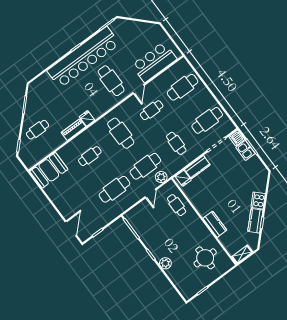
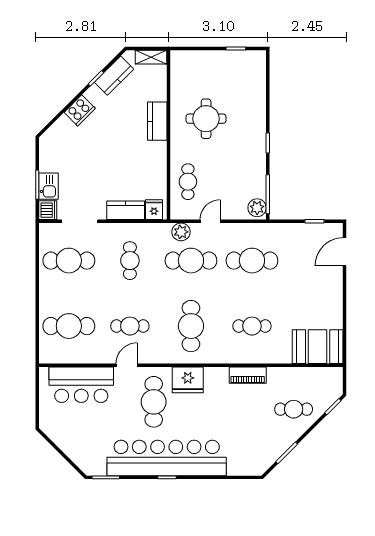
fridge: (87, 118) -> (188, 380), moved, width x1.88, depth x1.34
kitchen counter: (255, 221) -> (114, 76), moved
round table: (205, 258) -> (206, 119), moved
plant: (165, 263) -> (257, 208), moved

